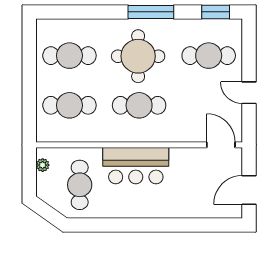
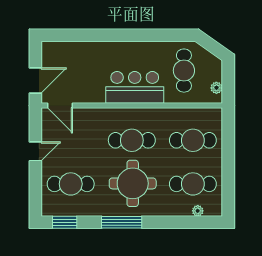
plant: (64, 25) -> (198, 211), added
door: (249, 93) -> (35, 151), hinge flipped
door: (249, 190) -> (35, 80), moved

